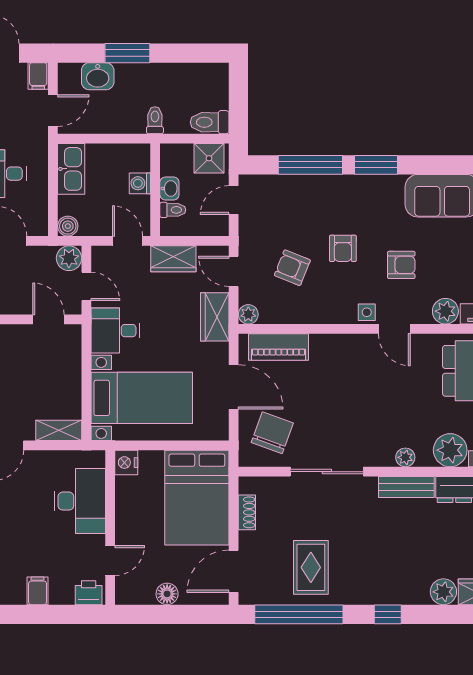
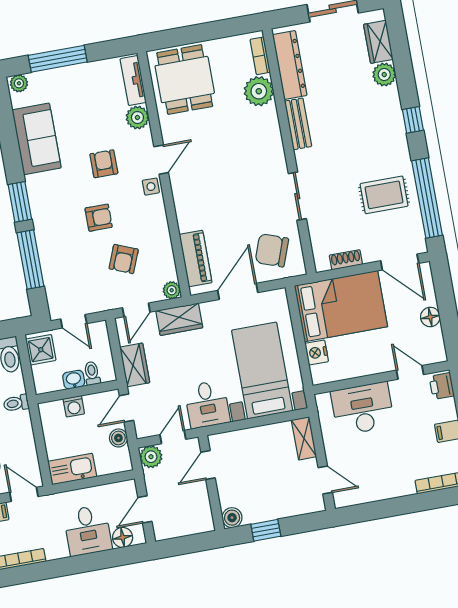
boiler: (68, 226) -> (118, 438), moved
plant: (405, 457) -> (272, 129), removed
nightstand: (126, 463) -> (317, 353), moved, turned 90
sliding door: (327, 472) -> (297, 196), width x0.73

